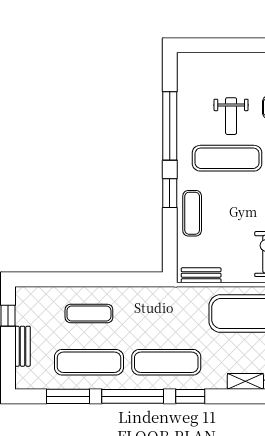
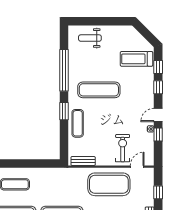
weight bench: (231, 116) -> (90, 38), moved, turned 90

